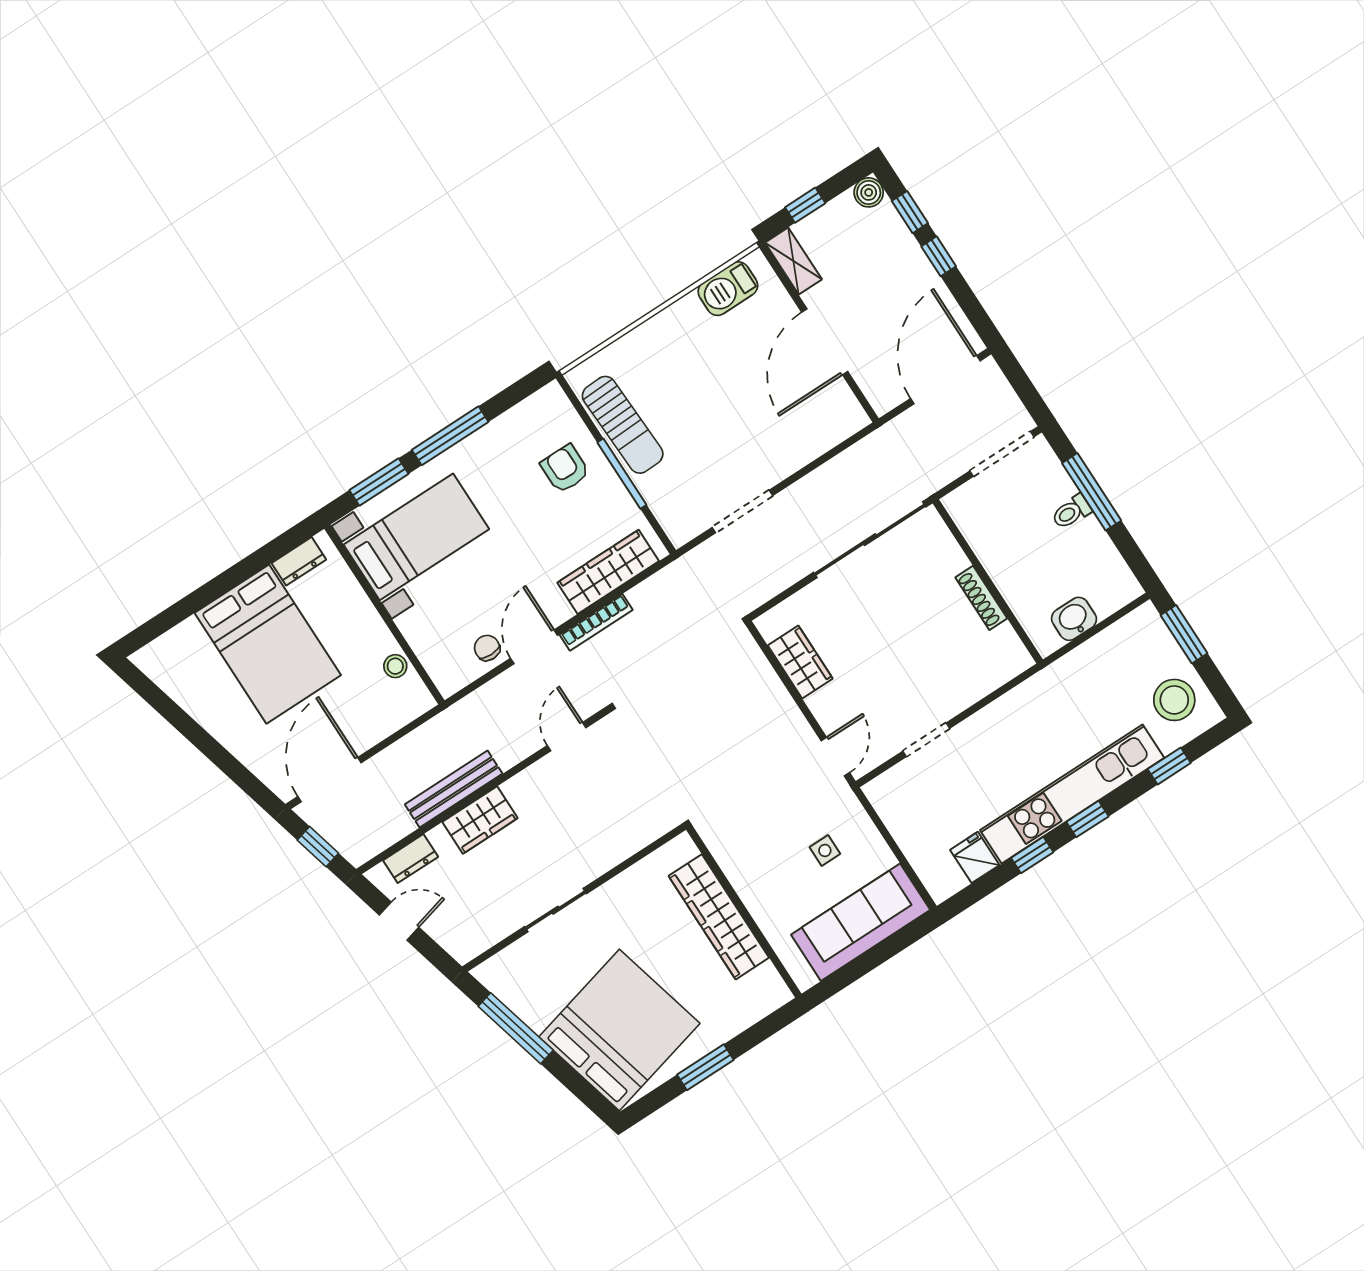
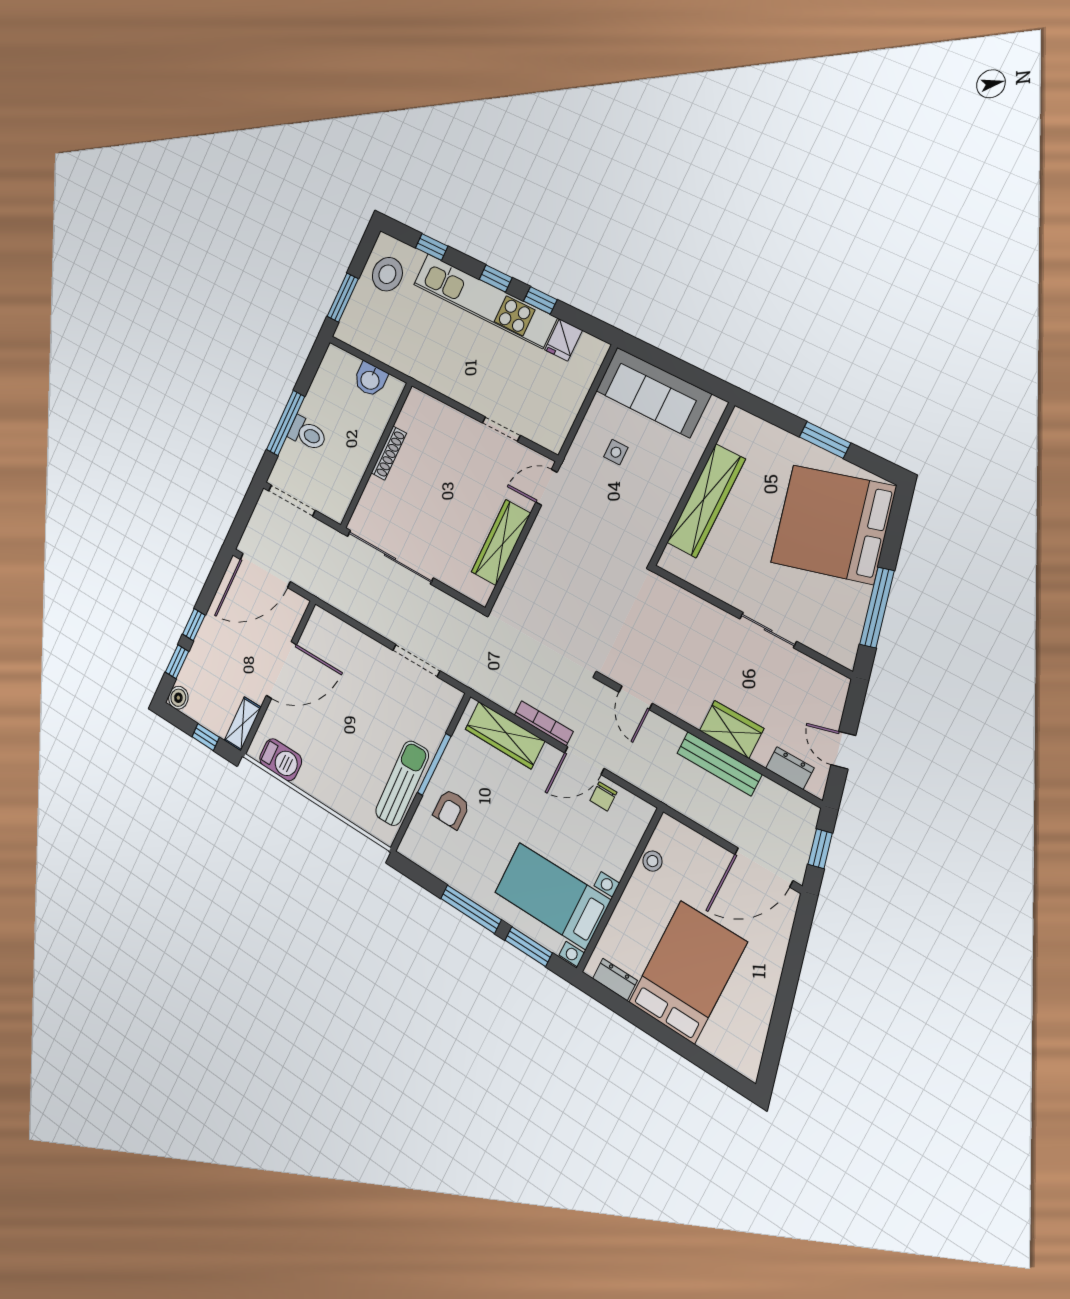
toilet: (1071, 512) -> (307, 434), width x1.37, depth x1.39
wardrobe: (800, 662) -> (501, 543), width x1.50
door: (567, 737) -> (636, 698), hinge flipped

